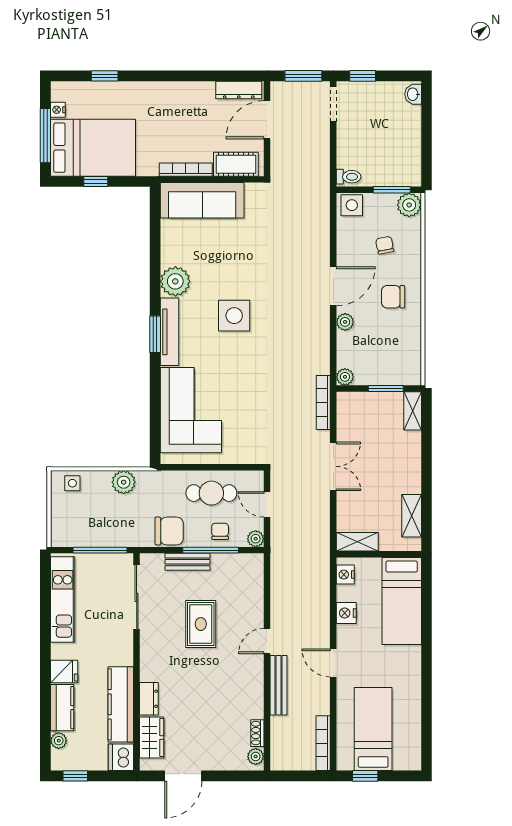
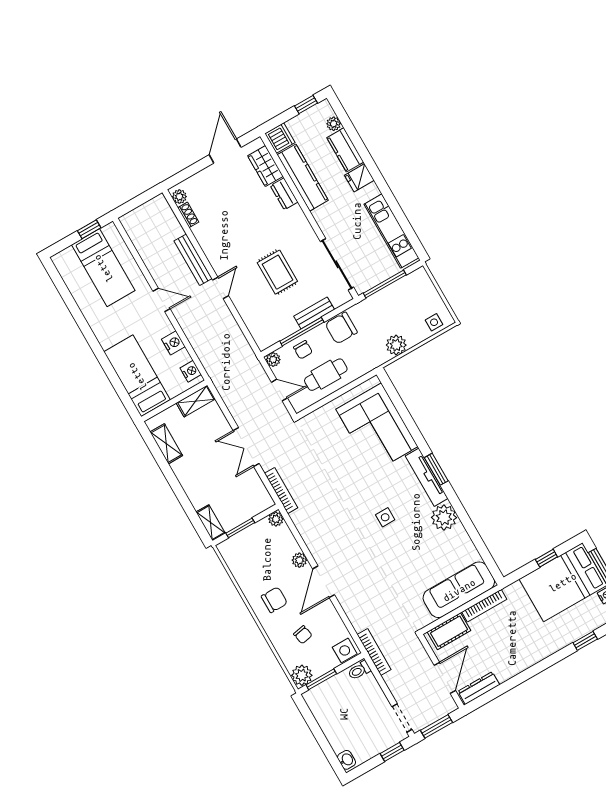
side table: (234, 316) -> (385, 517), width x0.54, depth x0.54
bookcase: (323, 743) -> (374, 652), moved

